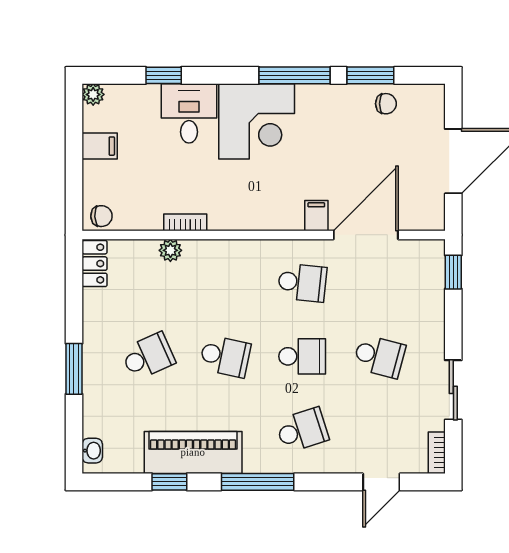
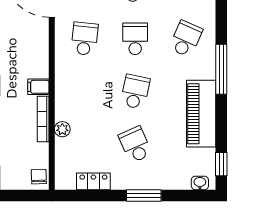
filing cabinet: (316, 216) -> (38, 87), moved
bookcase: (185, 222) -> (43, 119), width x1.56
locker: (95, 264) -> (93, 181), moved
school desk: (302, 430) -> (186, 39), turned 42
window: (169, 482) -> (221, 164), moved

